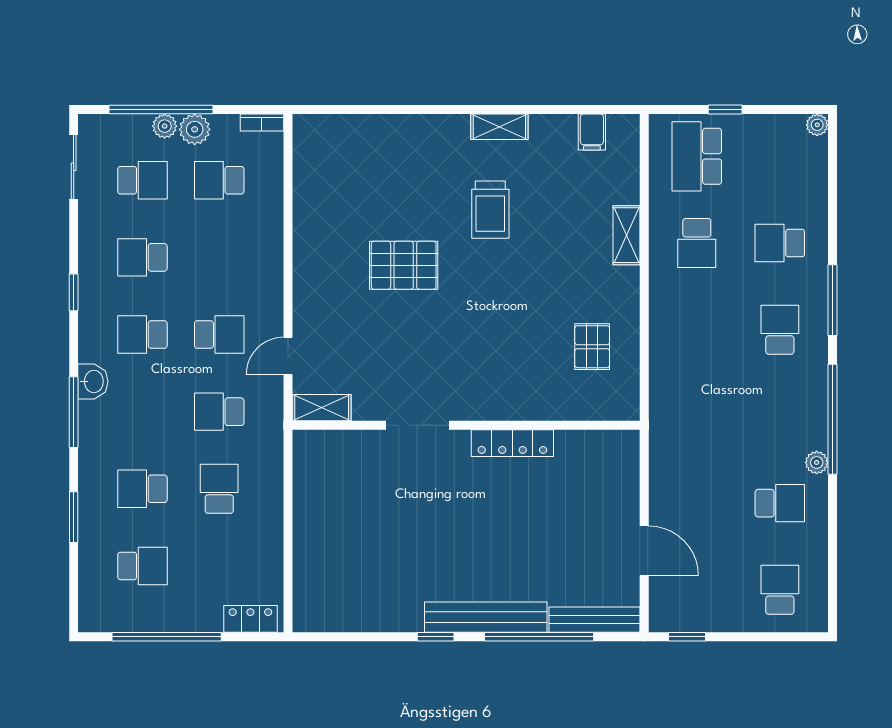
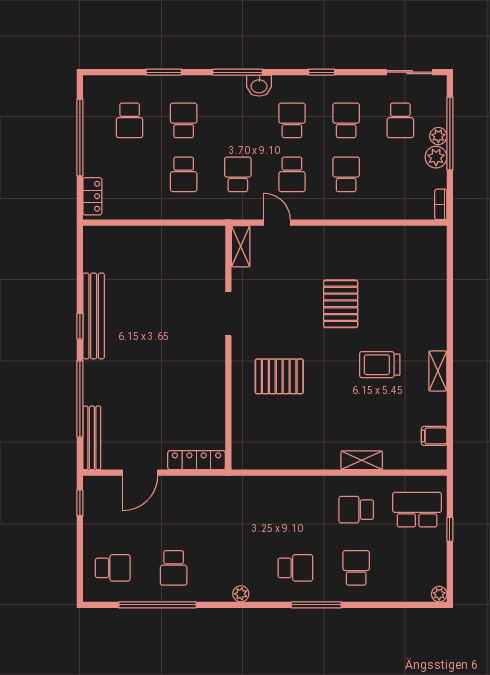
school desk: (219, 180) -> (346, 174), moved
pallet: (592, 347) -> (279, 376), moved, width x1.50, depth x1.42
window: (832, 419) -> (157, 605), moved
locker: (512, 443) -> (196, 460), moved, turned 90
plant: (817, 462) -> (241, 594), moved
school desk: (219, 489) -> (184, 174), turned 90
bench: (486, 617) -> (94, 316), moved

